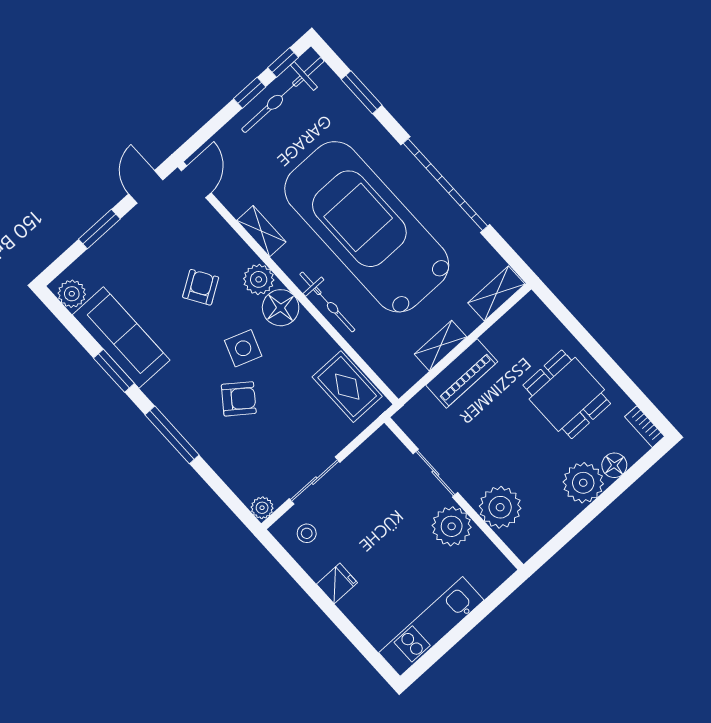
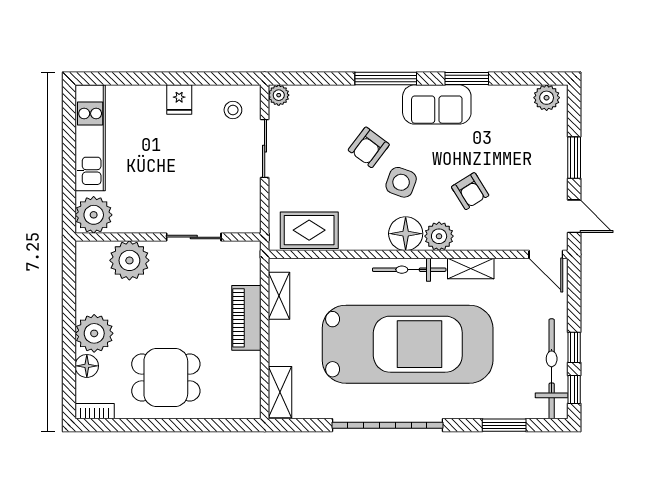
bicycle: (327, 302) -> (409, 270), moved
sofa: (121, 338) -> (437, 104), moved, width x0.73
shelving: (440, 346) -> (279, 296), moved
plant: (452, 526) -> (94, 215), moved

